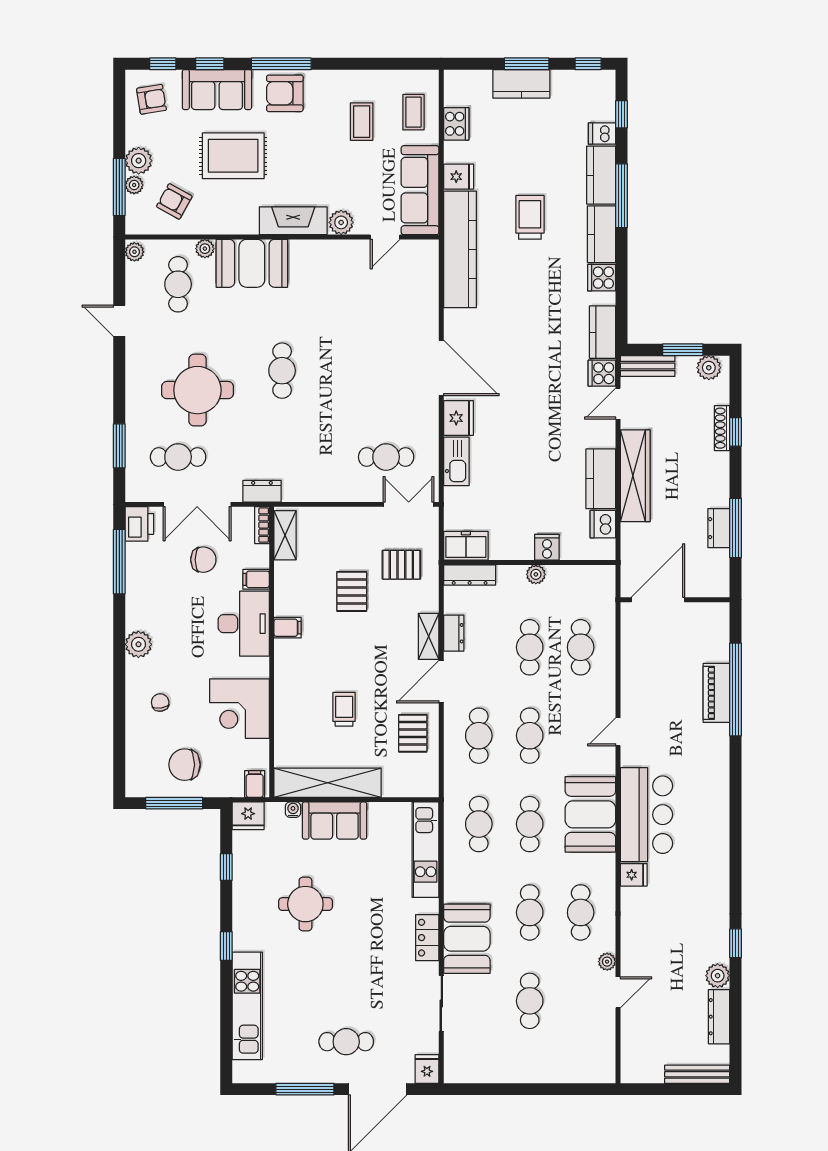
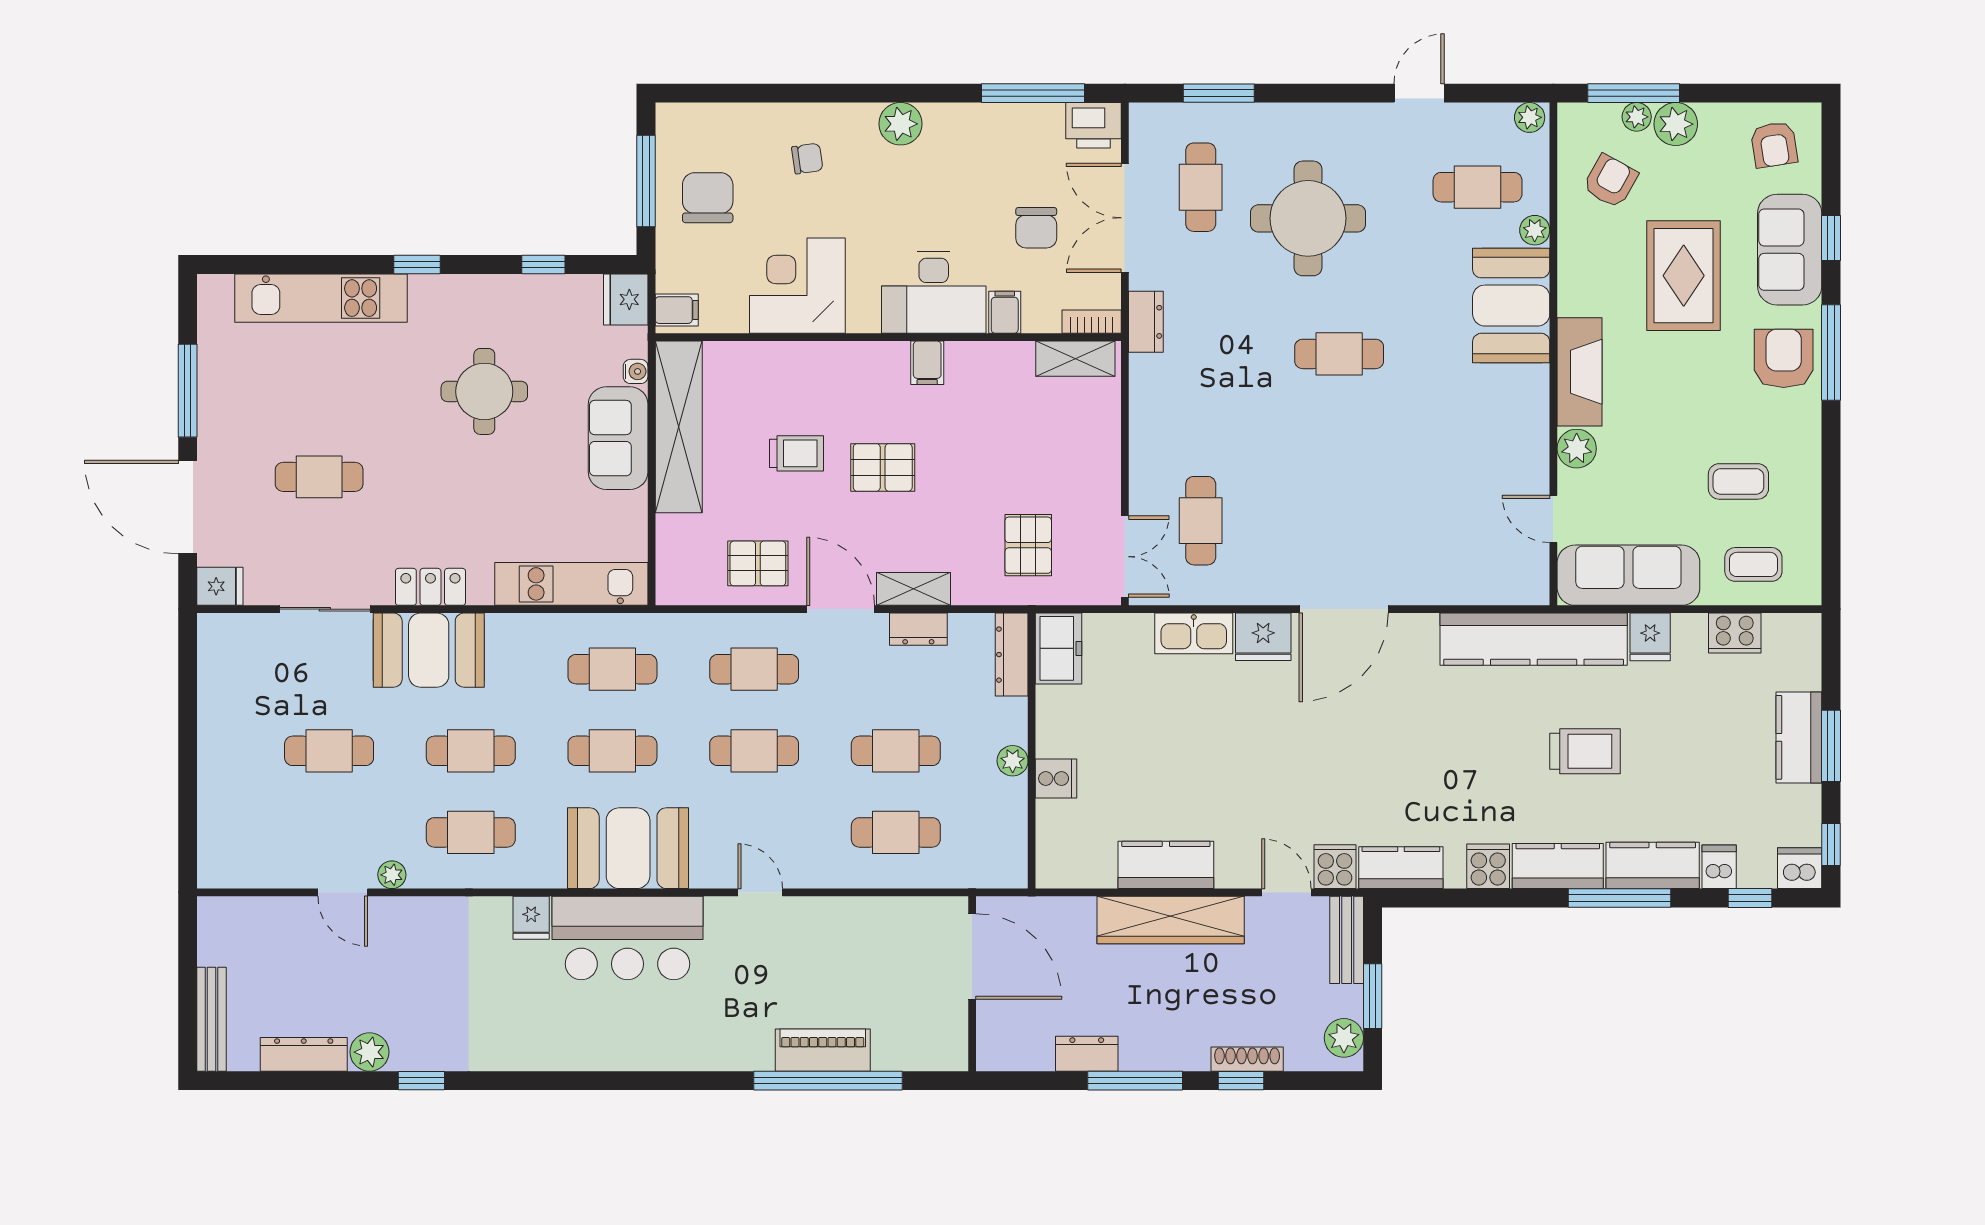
window: (163, 64) -> (1831, 163), removed
dishwasher: (603, 524) -> (1800, 868), moved
window: (735, 528) -> (1135, 1081), moved
pallet: (352, 591) -> (883, 467), moved
cafe table: (346, 1042) -> (319, 477), moved, turned 90

